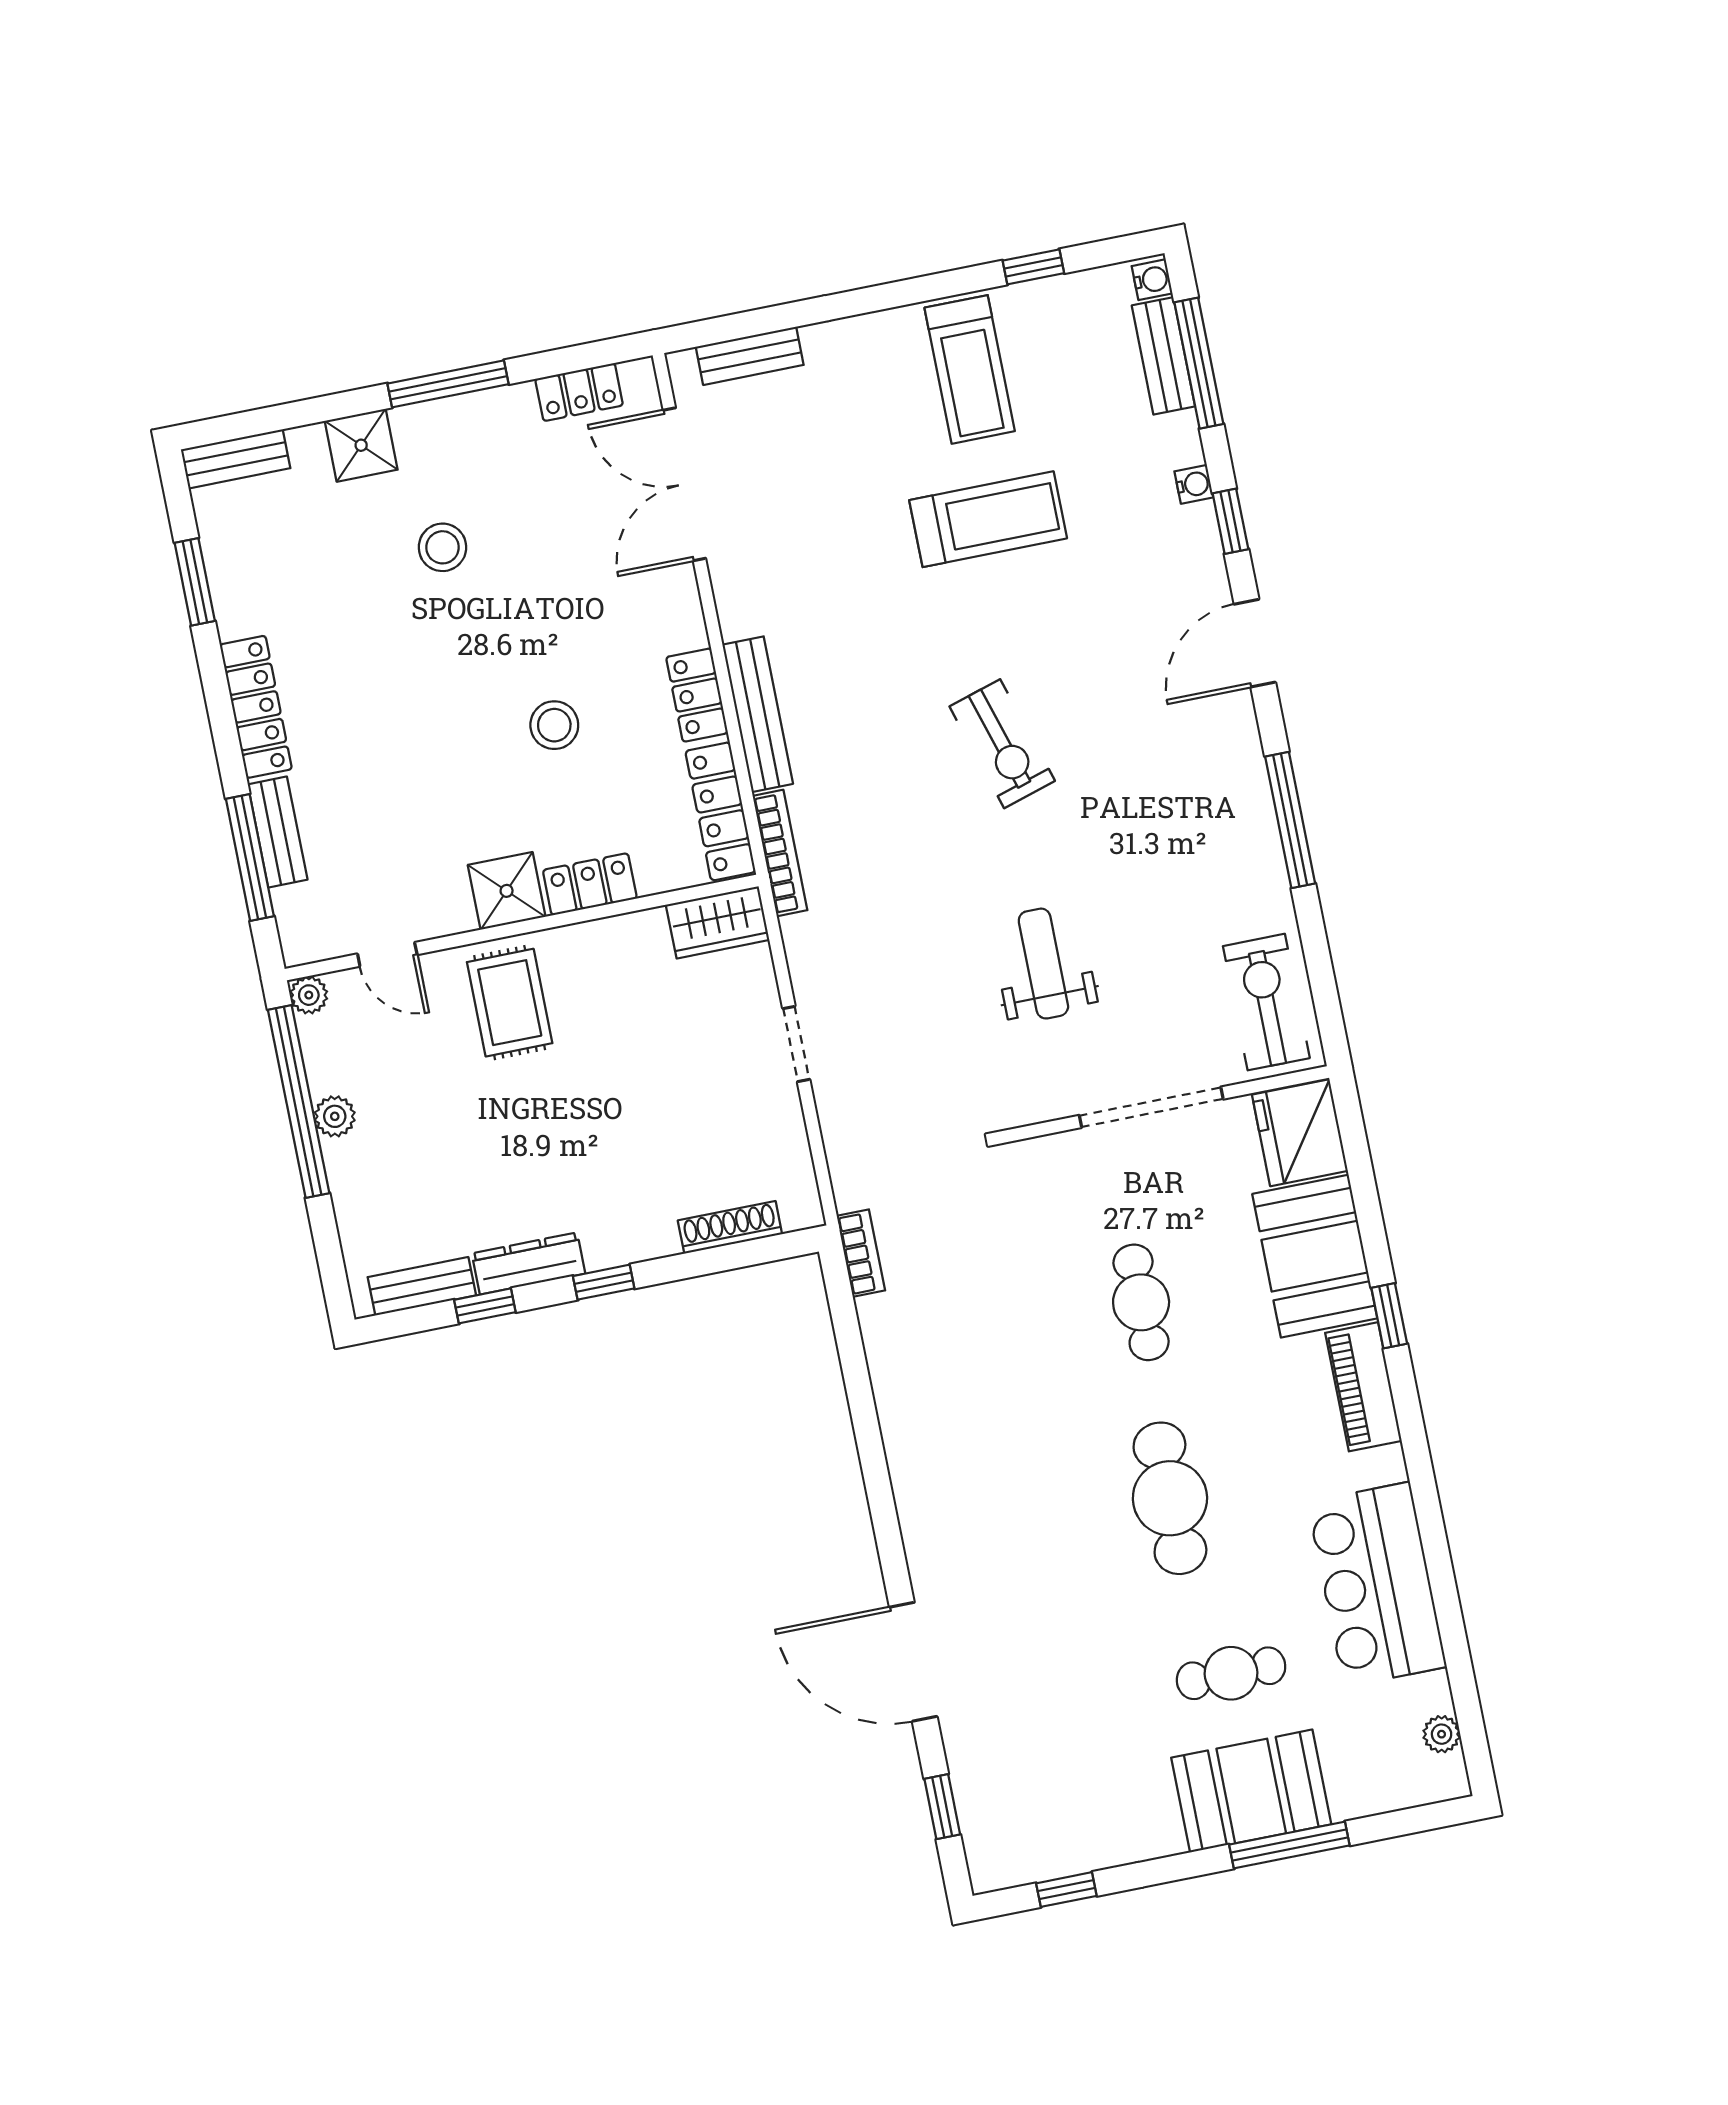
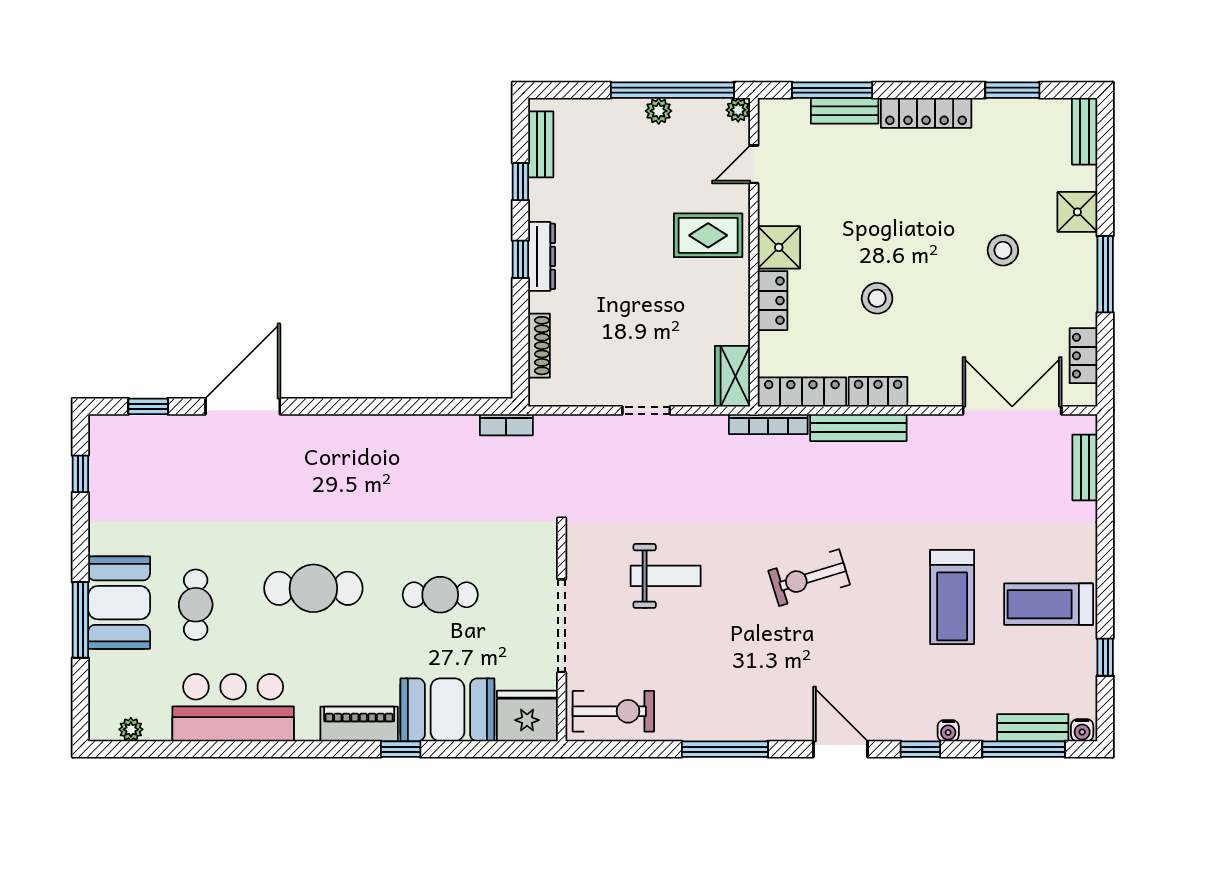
dresser: (528, 1263) -> (542, 256), moved

